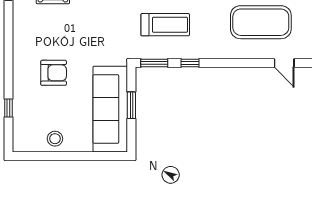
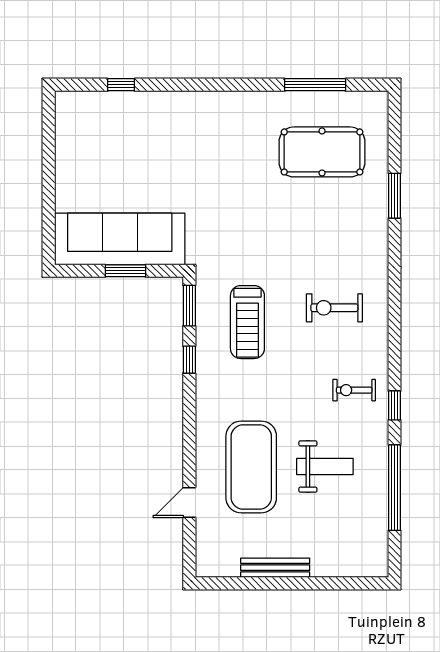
armchair: (54, 73) -> (175, 153), removed
stool: (55, 139) -> (75, 155), removed

